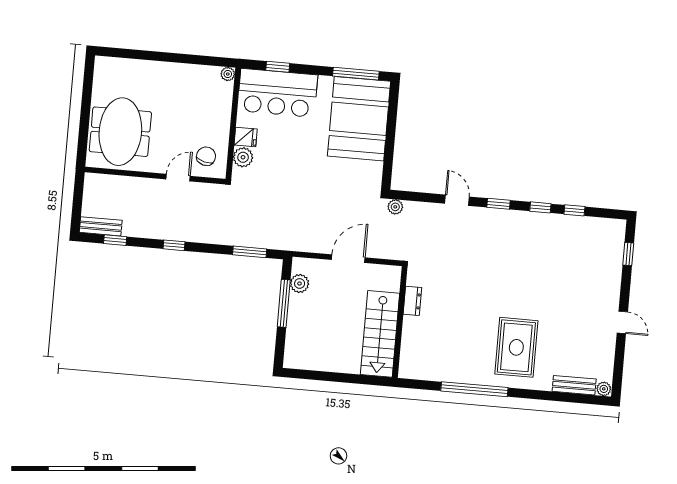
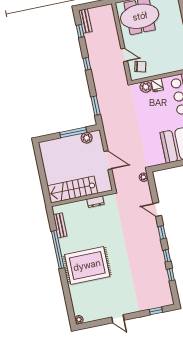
door: (457, 200) -> (157, 209), swing flipped
door: (622, 322) -> (118, 319), hinge flipped
rug: (516, 347) -> (87, 265), width x1.37, depth x1.44
bench: (574, 385) -> (60, 225), moved

